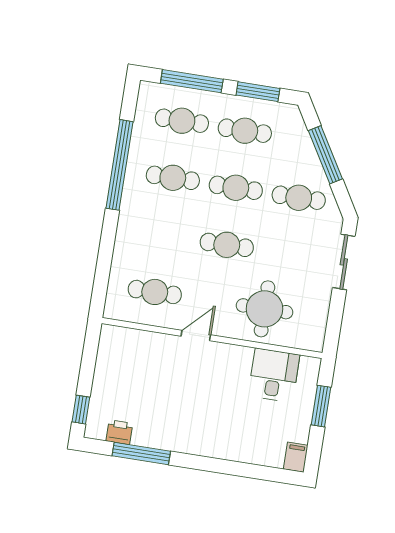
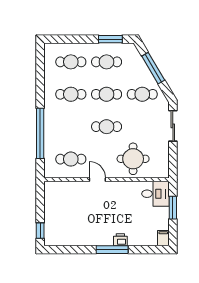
window: (192, 81) -> (73, 39), removed
window: (120, 165) -> (40, 133), moved
door: (196, 335) -> (97, 180), hinge flipped
desk: (274, 375) -> (155, 194), moved, turned 90
printer: (119, 432) -> (120, 240), moved
window: (141, 453) -> (112, 250), moved

